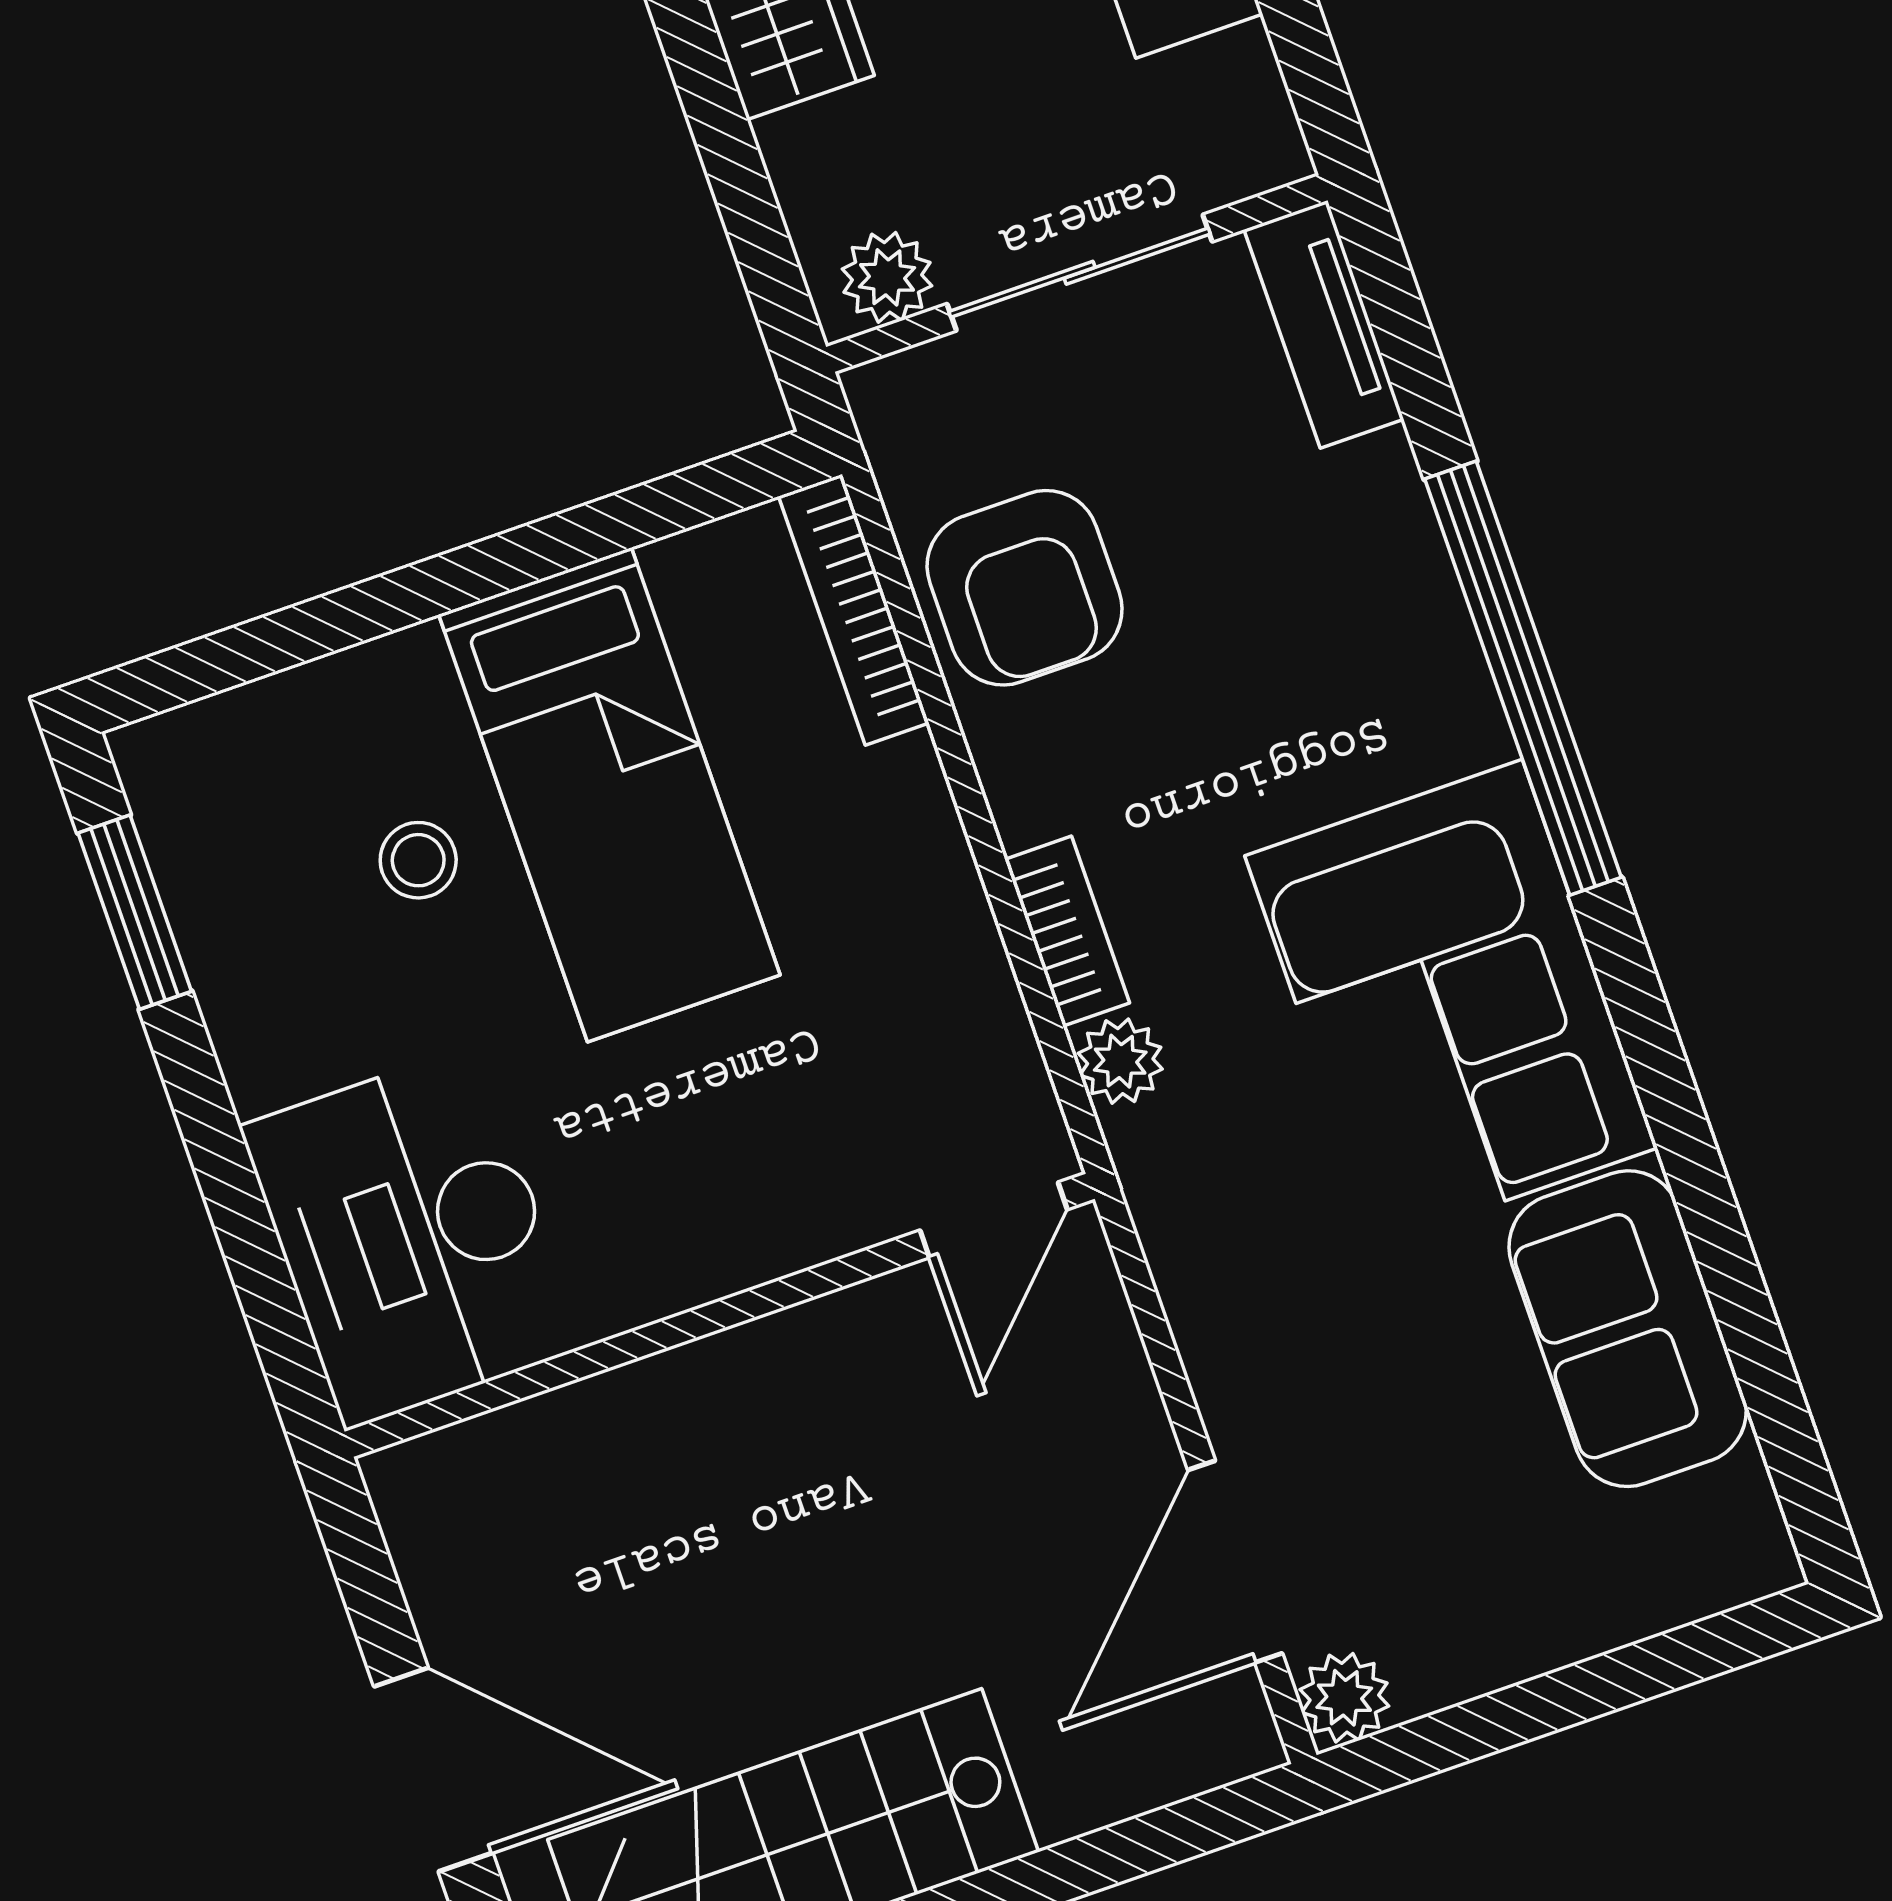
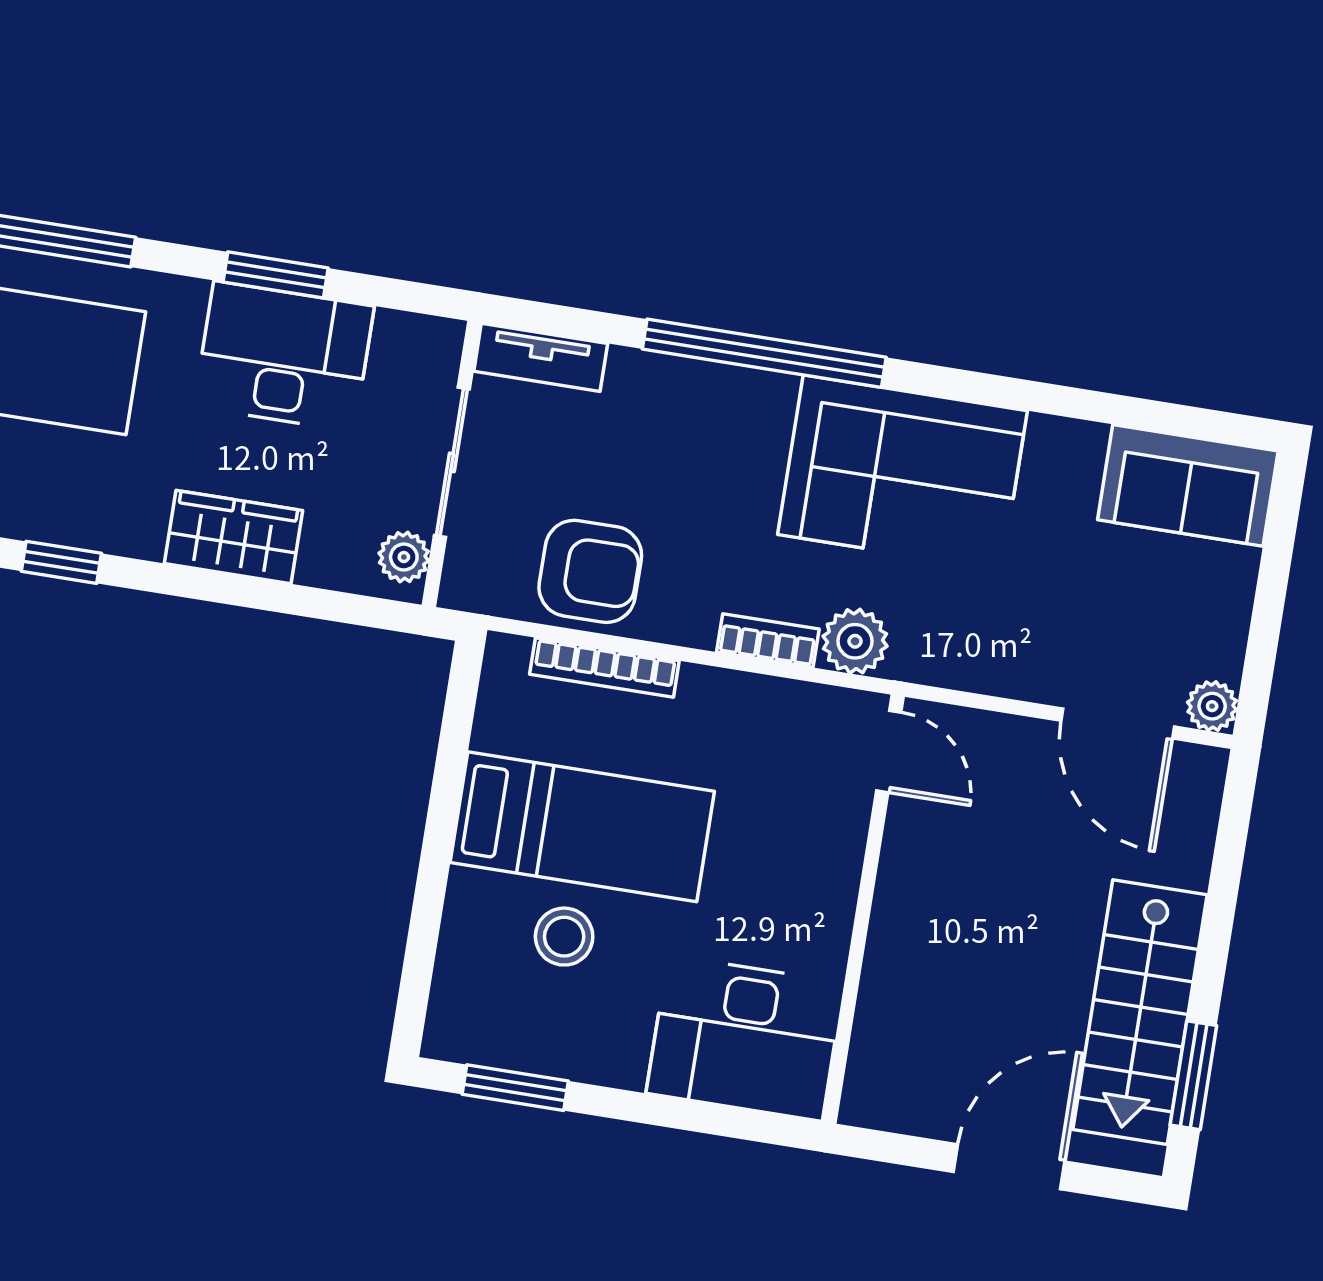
bookcase: (854, 610) -> (604, 668), moved
stool: (418, 860) -> (564, 937), width x1.37, depth x1.37
plant: (1120, 1061) -> (855, 641), width x1.38, depth x1.38
sofa: (1628, 1329) -> (1188, 485), moved

